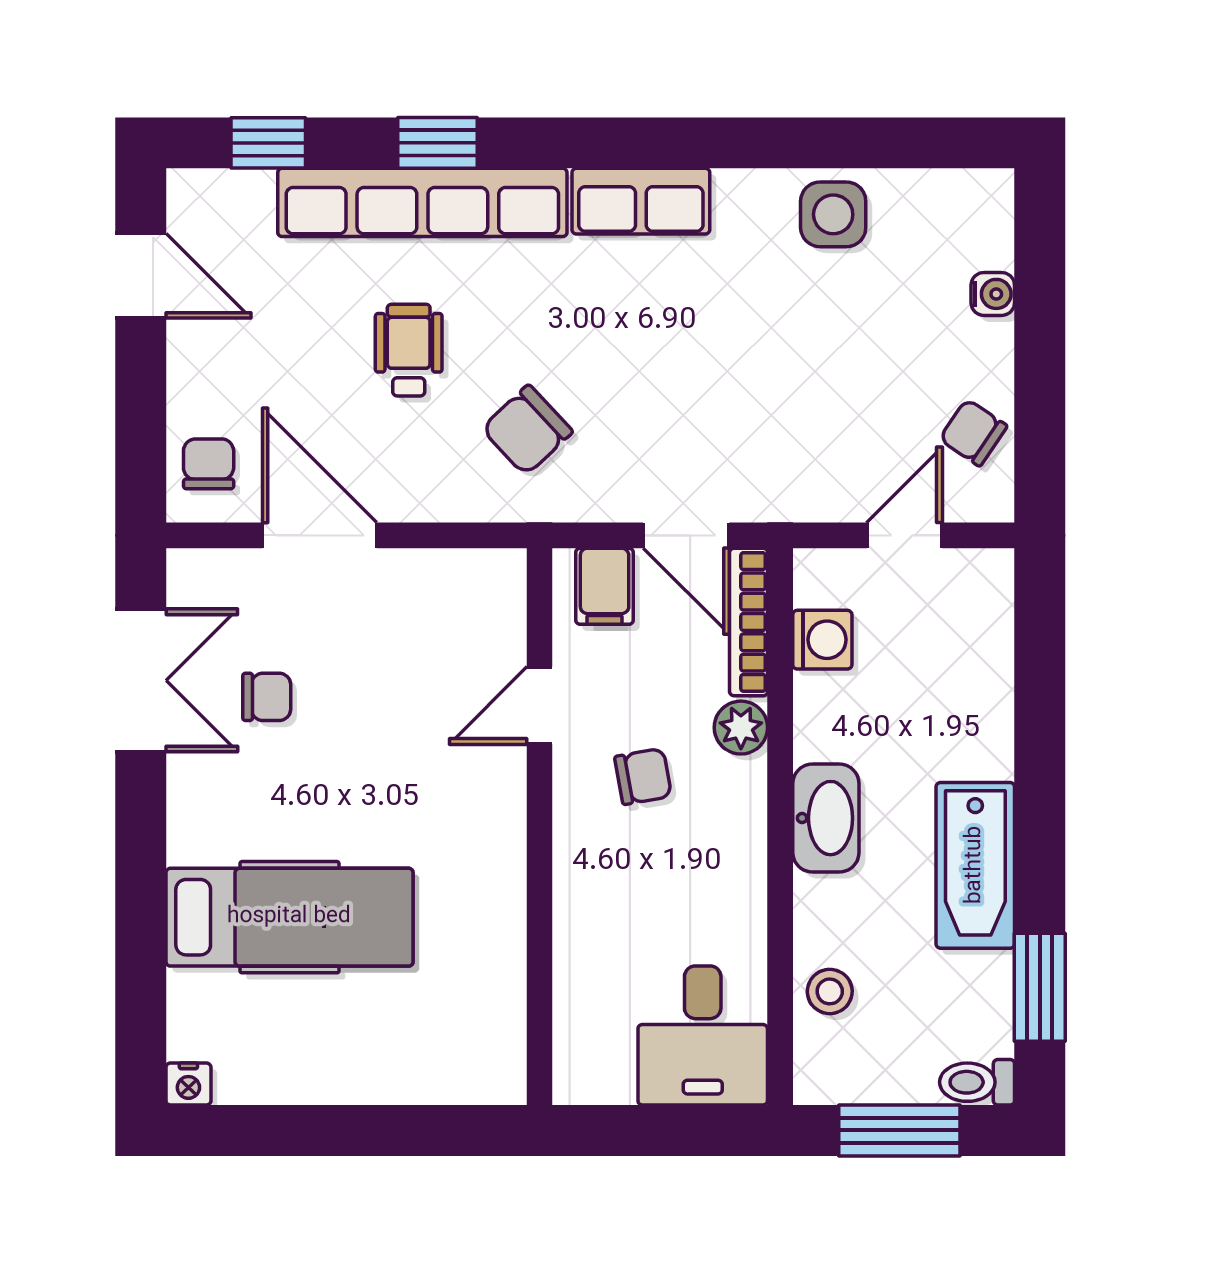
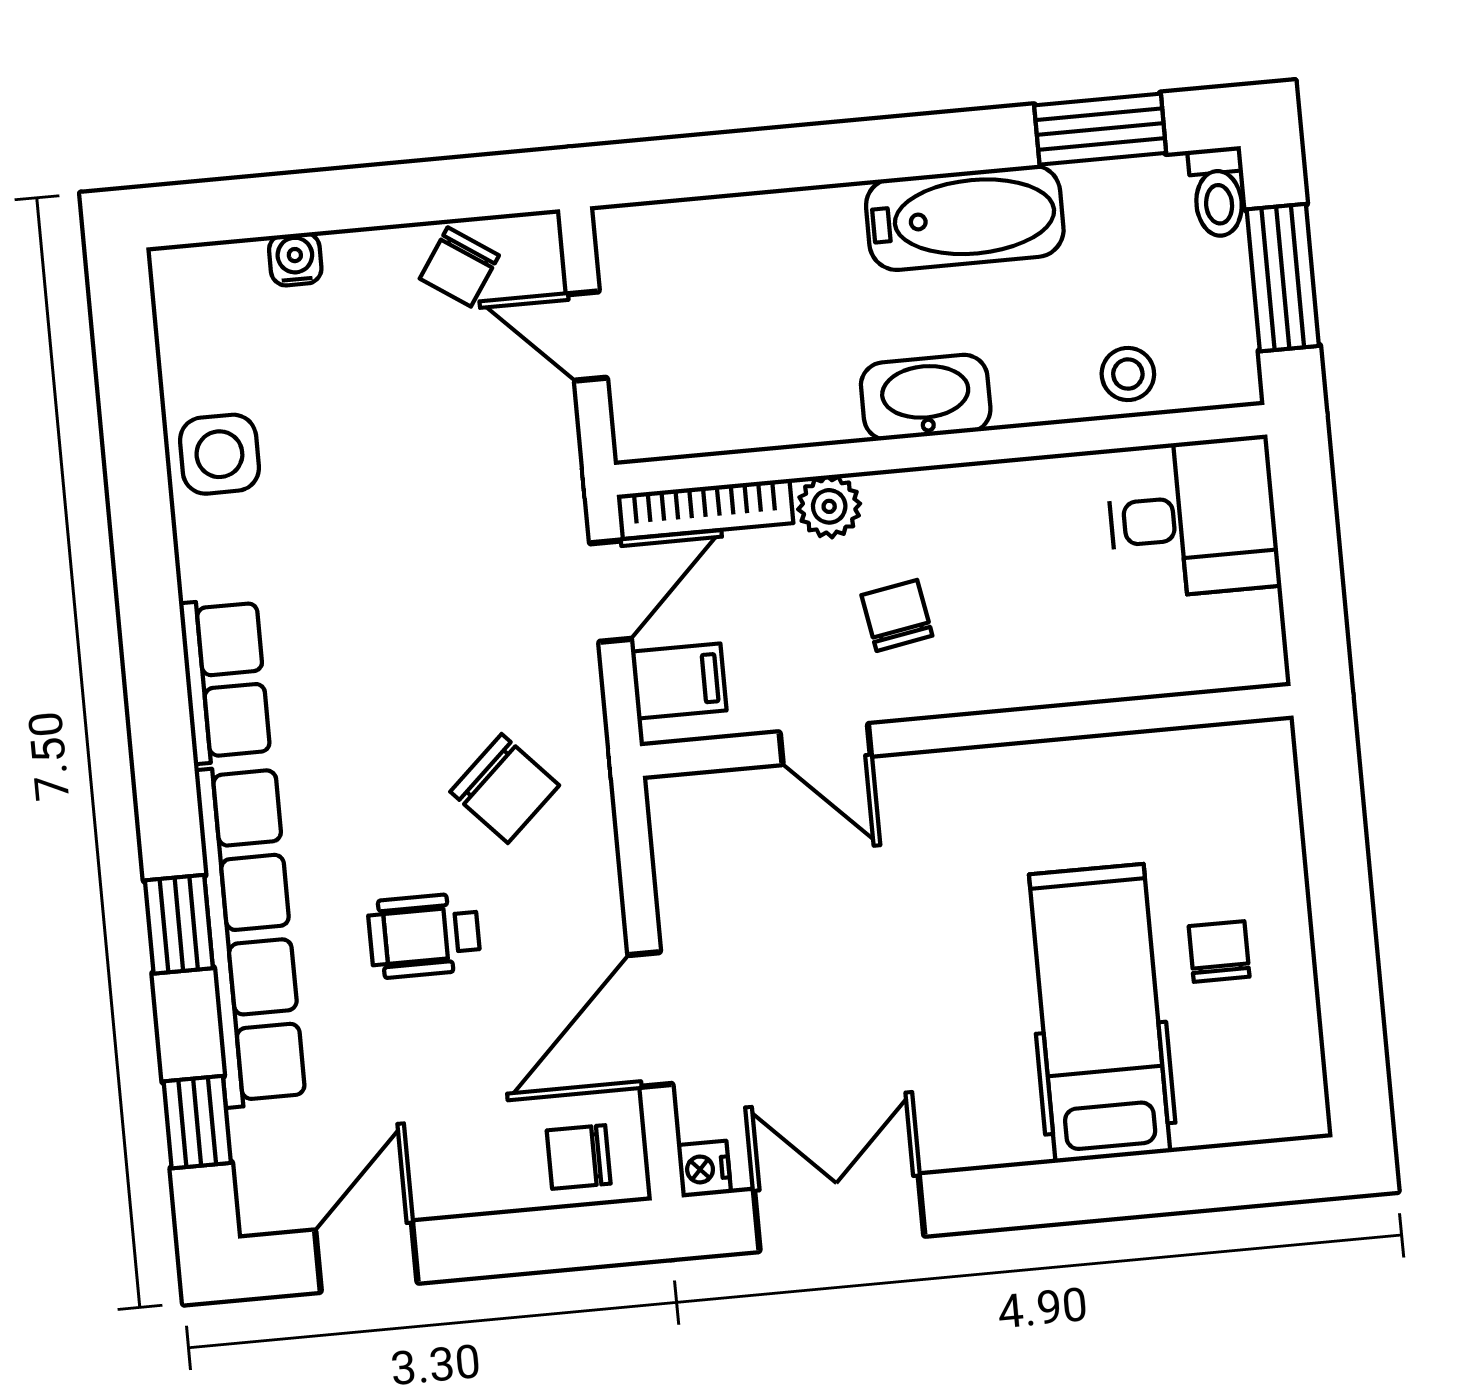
washing machine: (822, 640) -> (718, 421), removed
chair: (267, 697) -> (1219, 951), moved
nightstand: (188, 1084) -> (704, 1169), moved, turned 180

